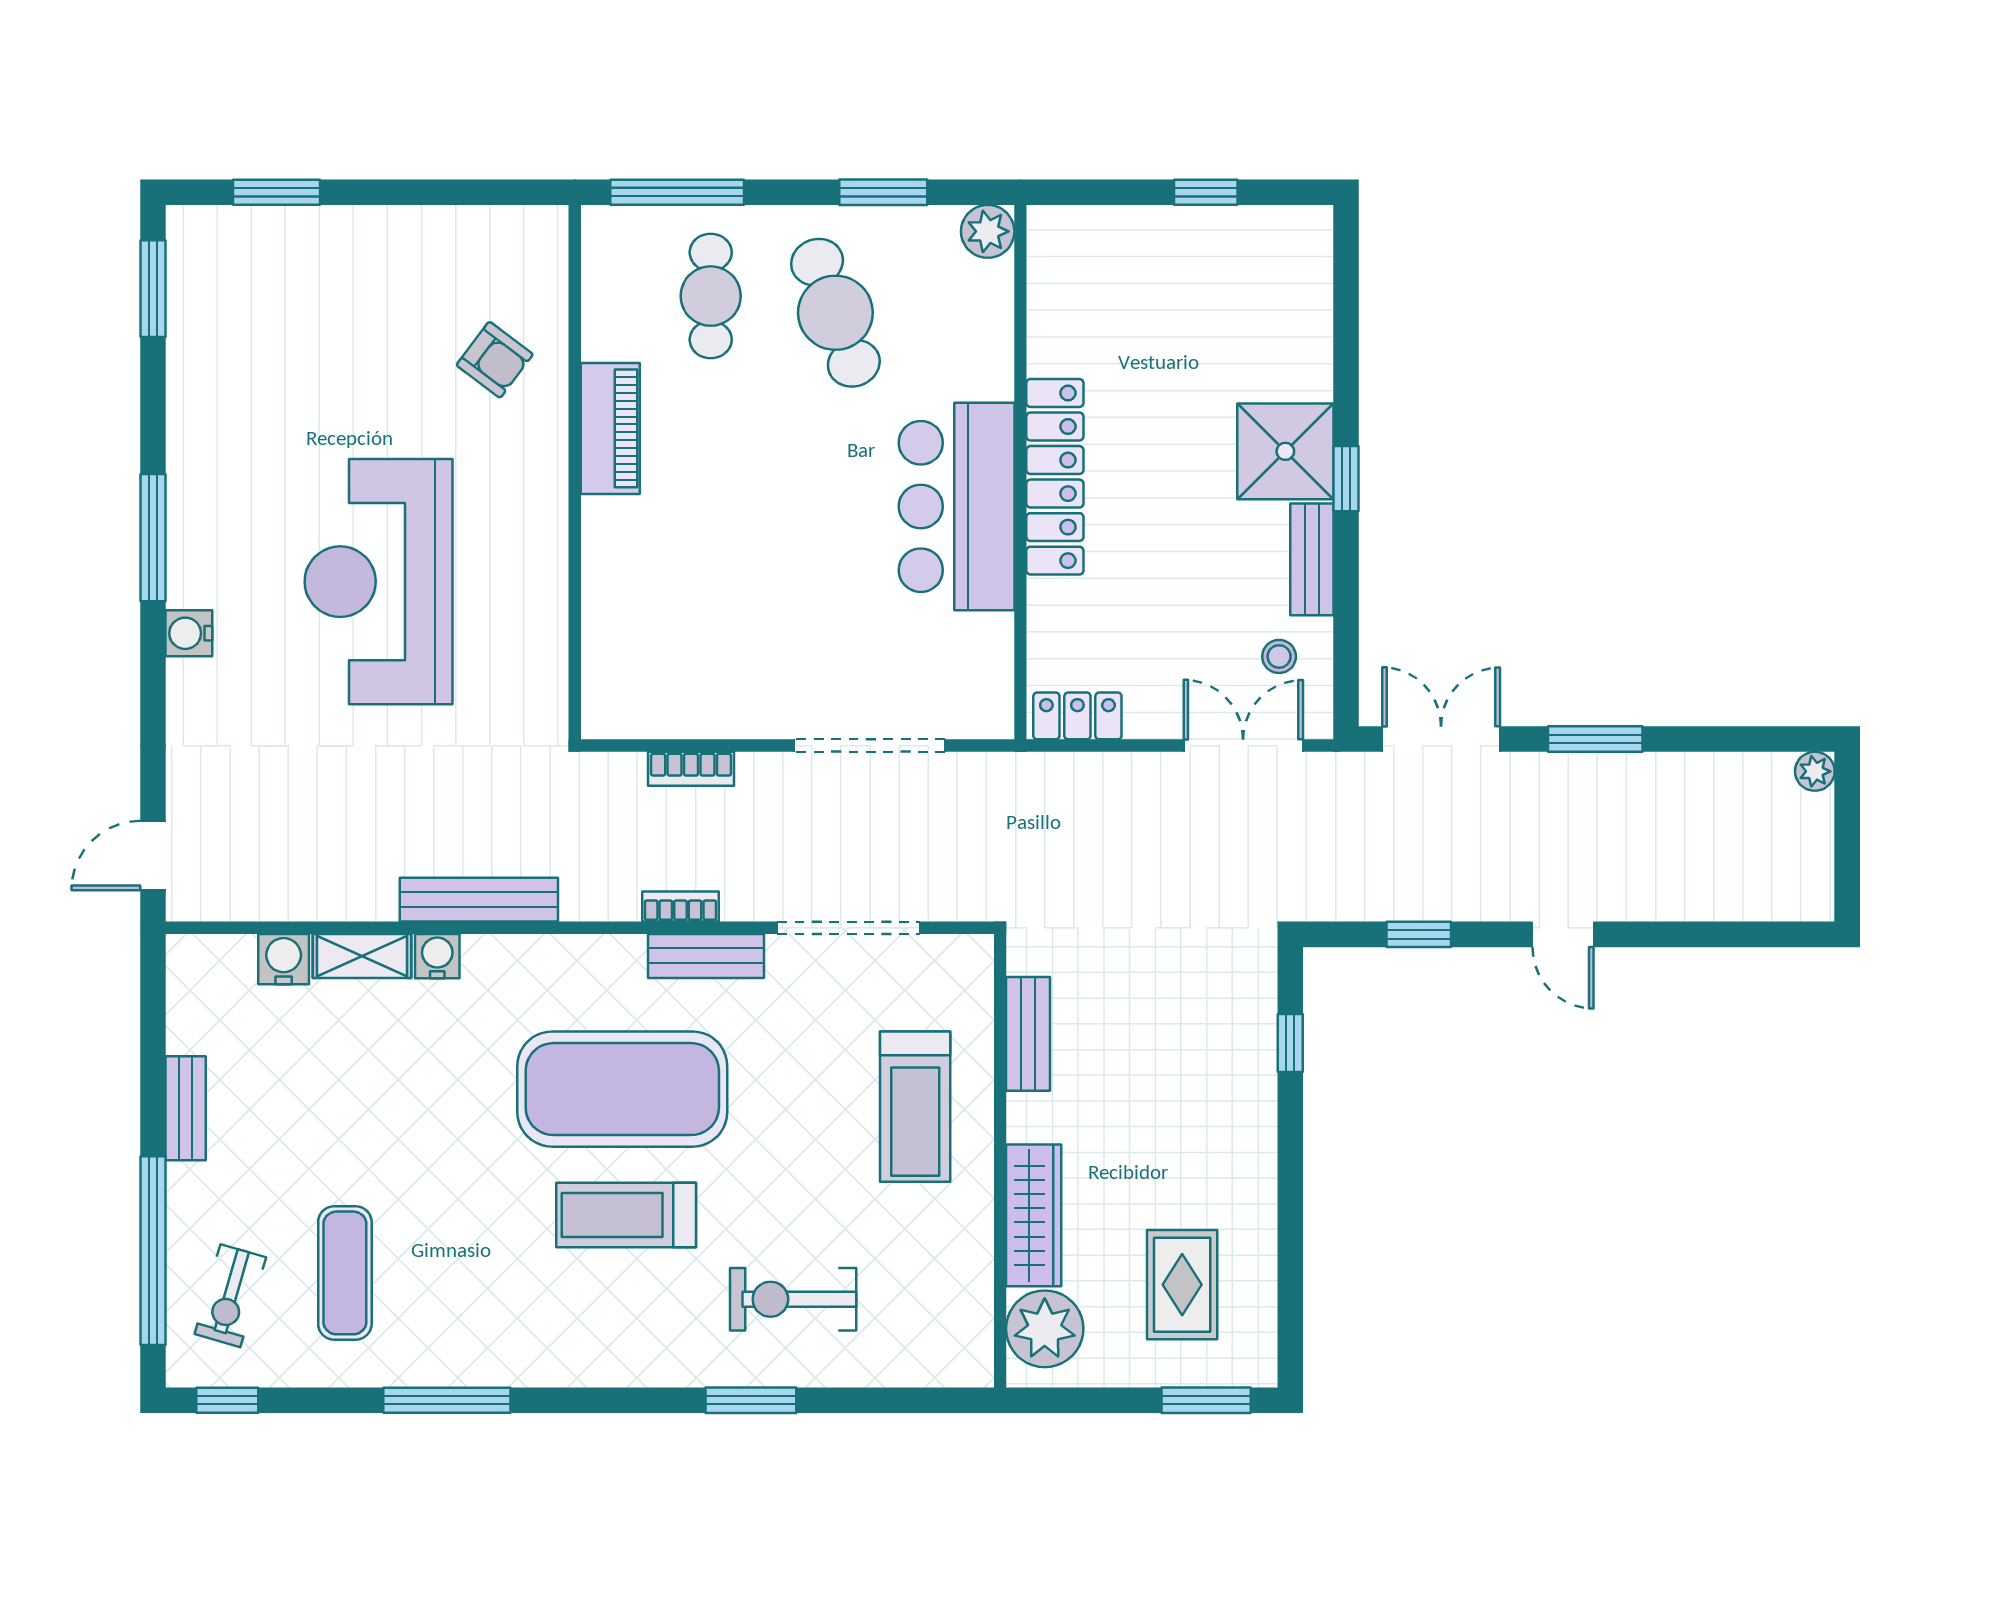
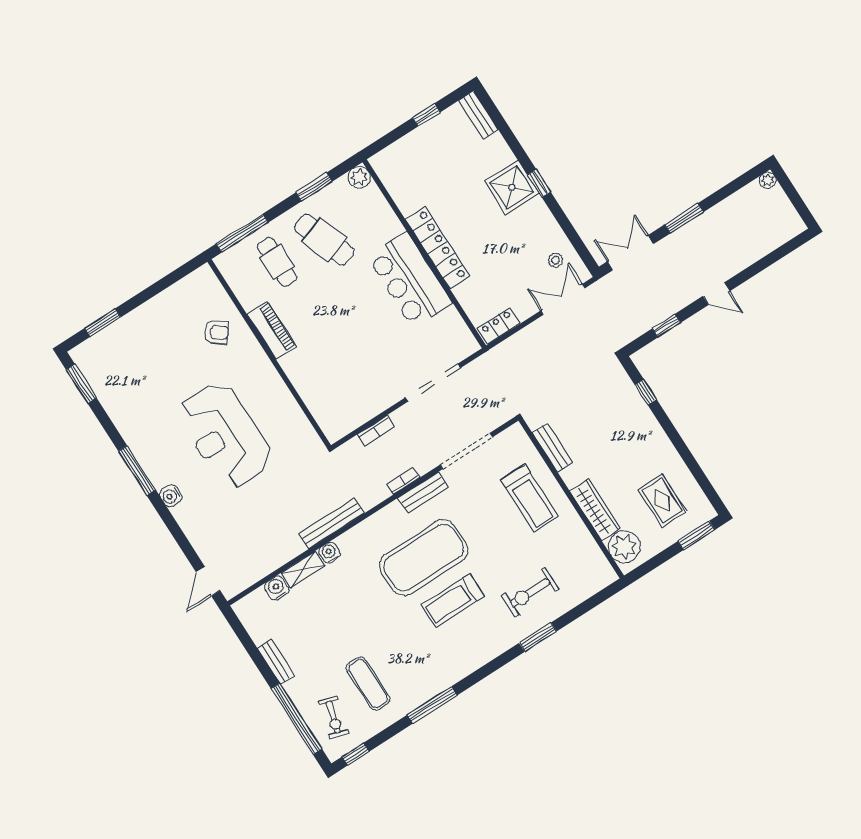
bench: (1312, 559) -> (479, 115), moved

